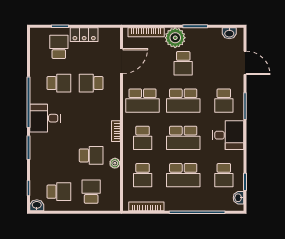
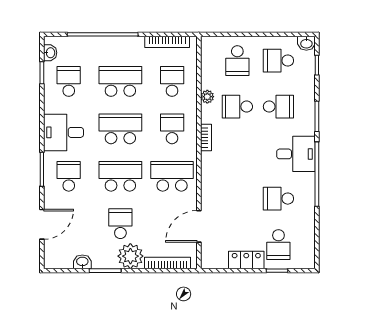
washbasin: (229, 33) -> (82, 262), moved
door: (245, 63) -> (42, 224), swing flipped
school desk: (91, 83) -> (278, 107), moved

